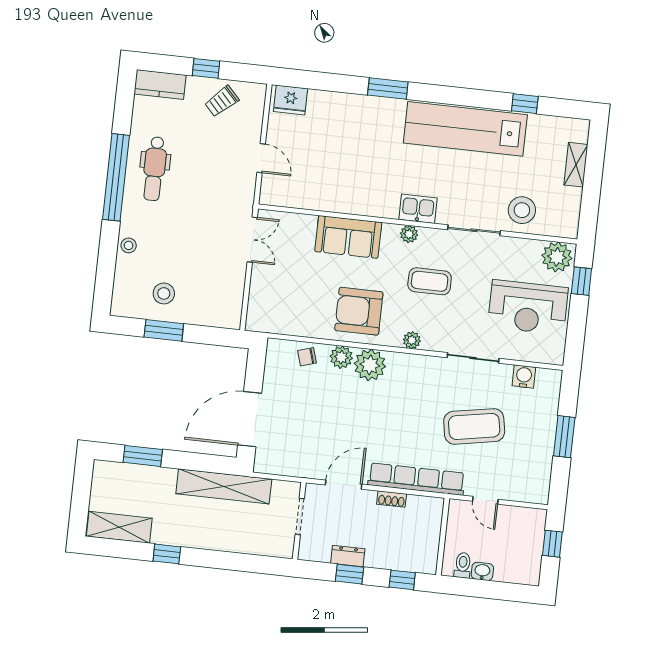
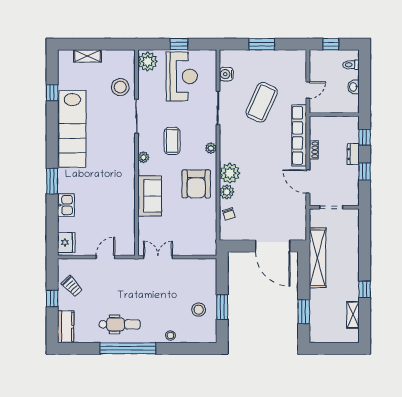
kitchen sink: (418, 209) -> (66, 205), moved, turned 180
window: (581, 281) -> (179, 44), moved
coffee table: (474, 426) -> (262, 102), turned 34
shelving: (119, 527) -> (353, 315), width x0.67, depth x0.75
dresser: (348, 556) -> (353, 154), moved
toilet: (463, 565) -> (351, 65), moved

